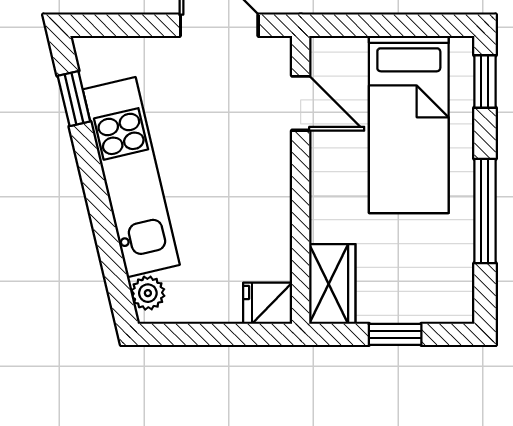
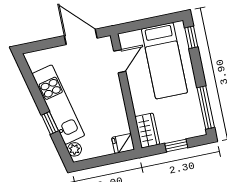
window: (74, 99) -> (50, 123), moved
door: (301, 103) -> (120, 61), hinge flipped
window: (485, 211) -> (206, 108), moved

